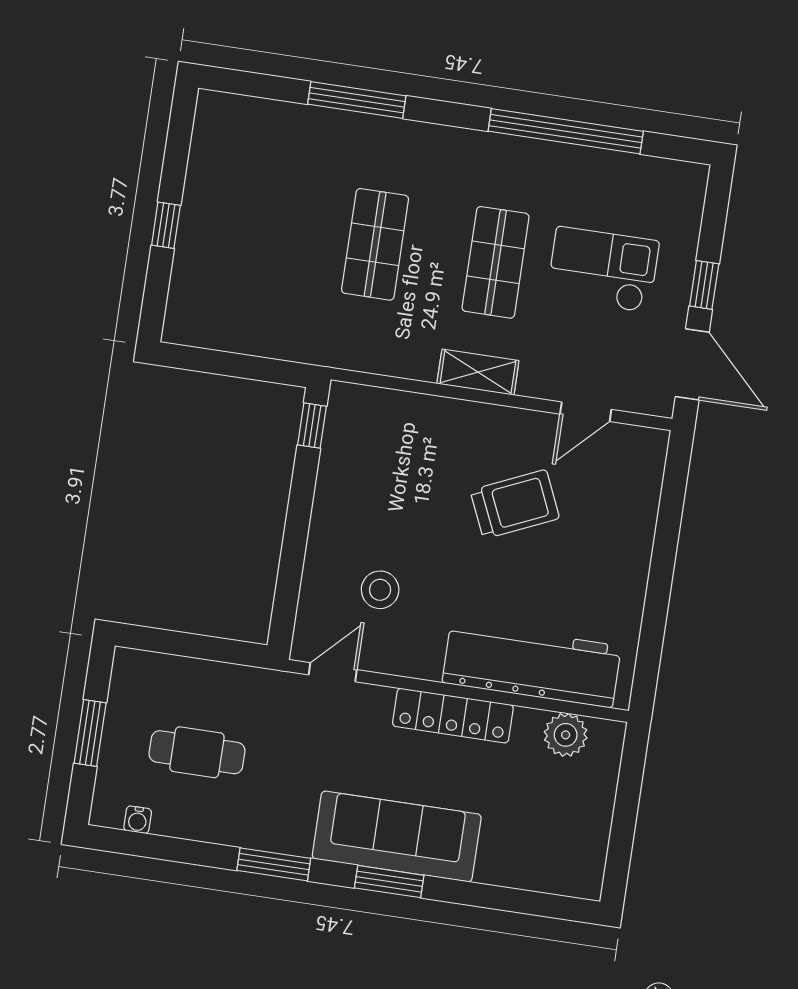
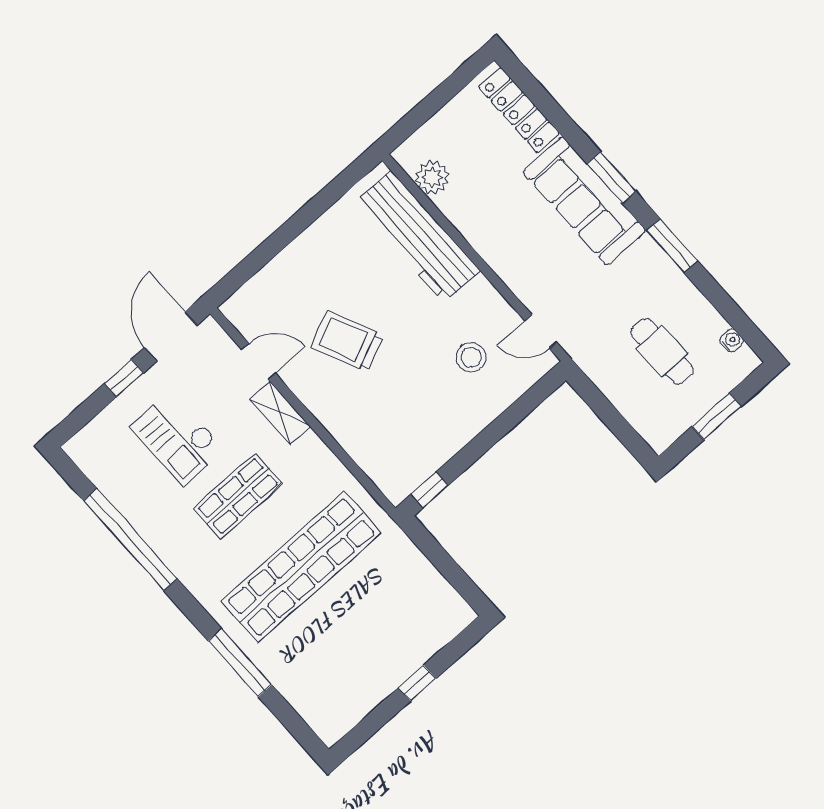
shop shelf: (375, 244) -> (301, 567), width x2.00, depth x1.36
shelving: (478, 372) -> (280, 413), moved
locker: (453, 716) -> (519, 110), moved, turned 180

